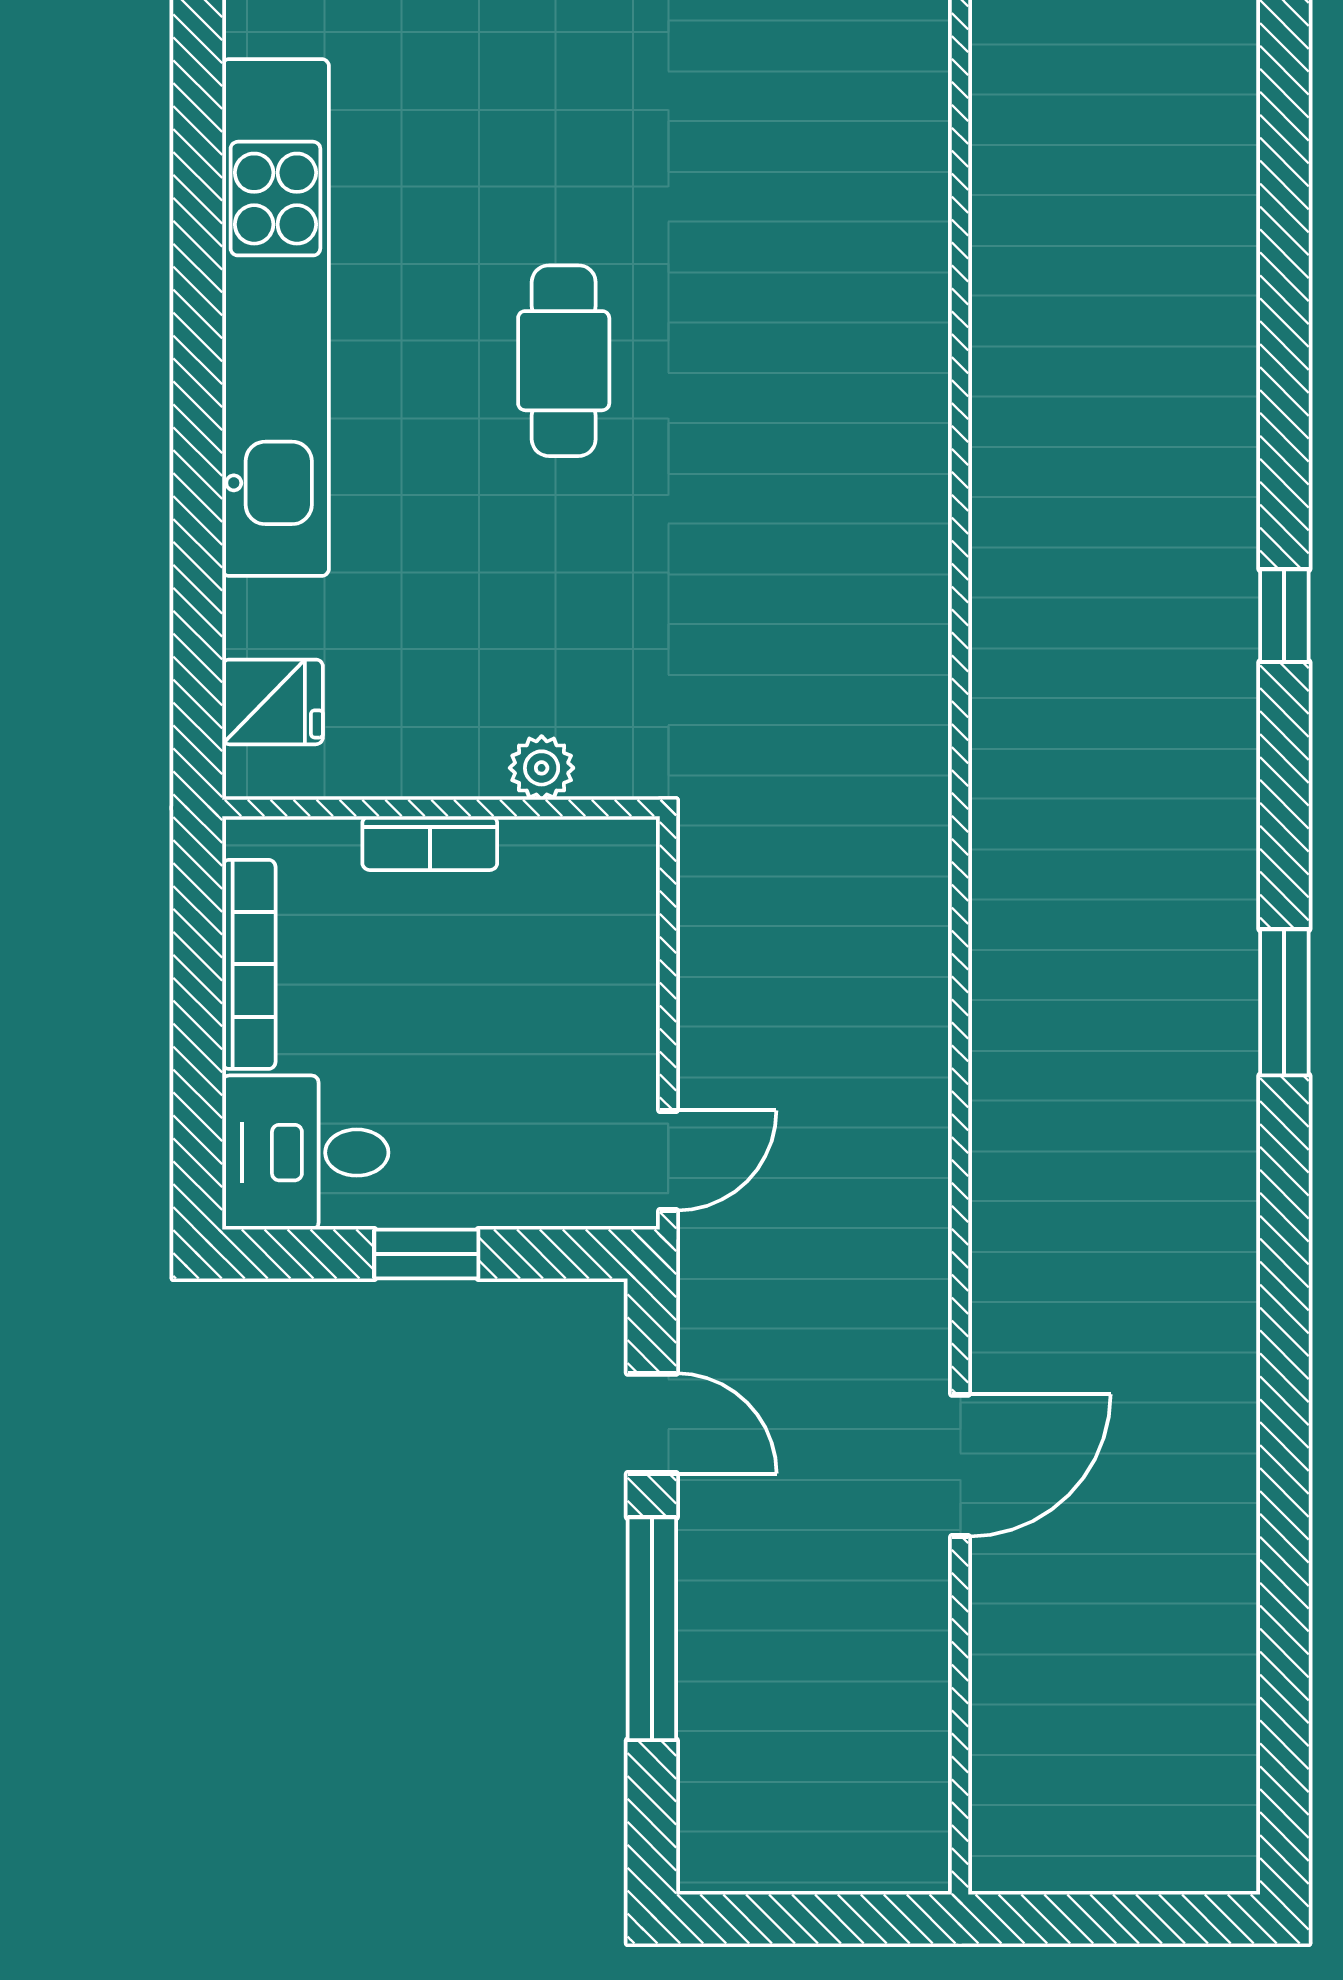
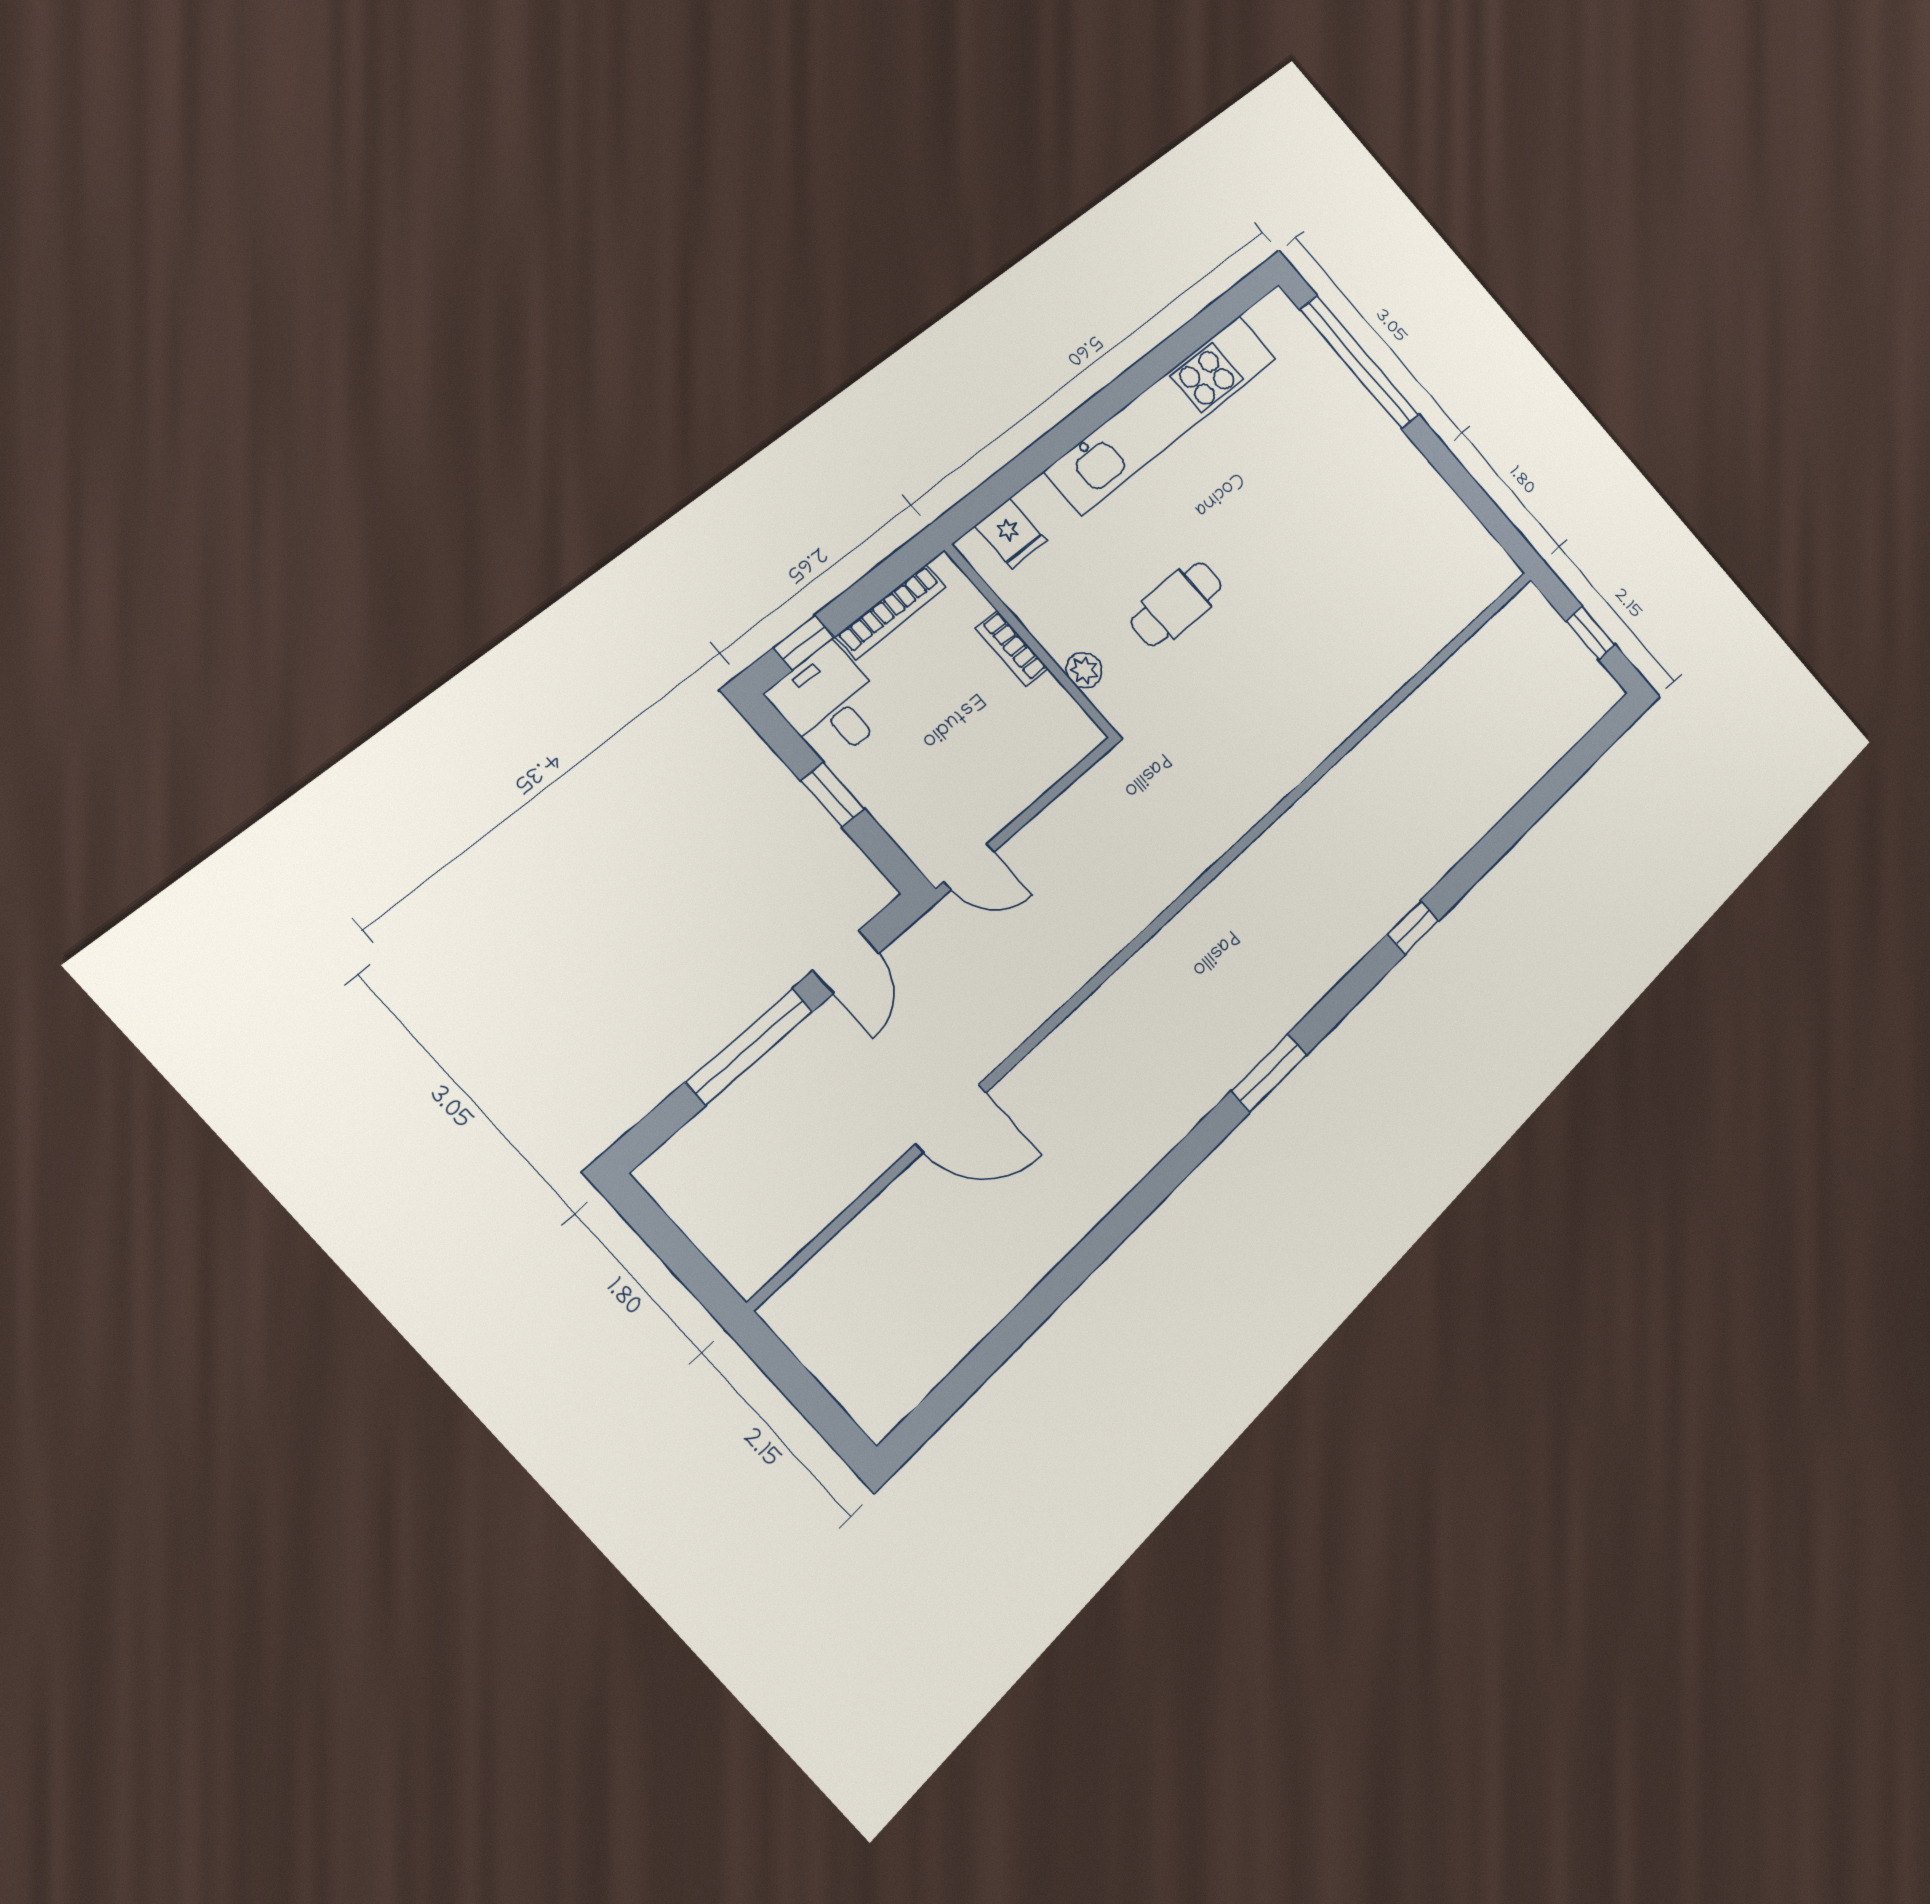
cafe table: (564, 361) -> (1177, 604), moved
window: (198, 1118) -> (804, 643), added

